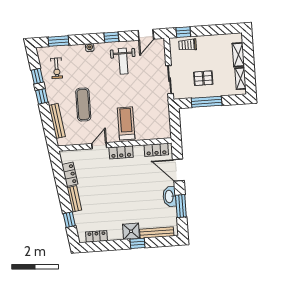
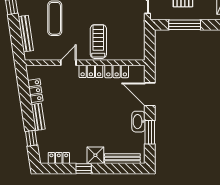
locker: (156, 150) -> (117, 71), moved
window: (138, 243) -> (84, 168), moved

